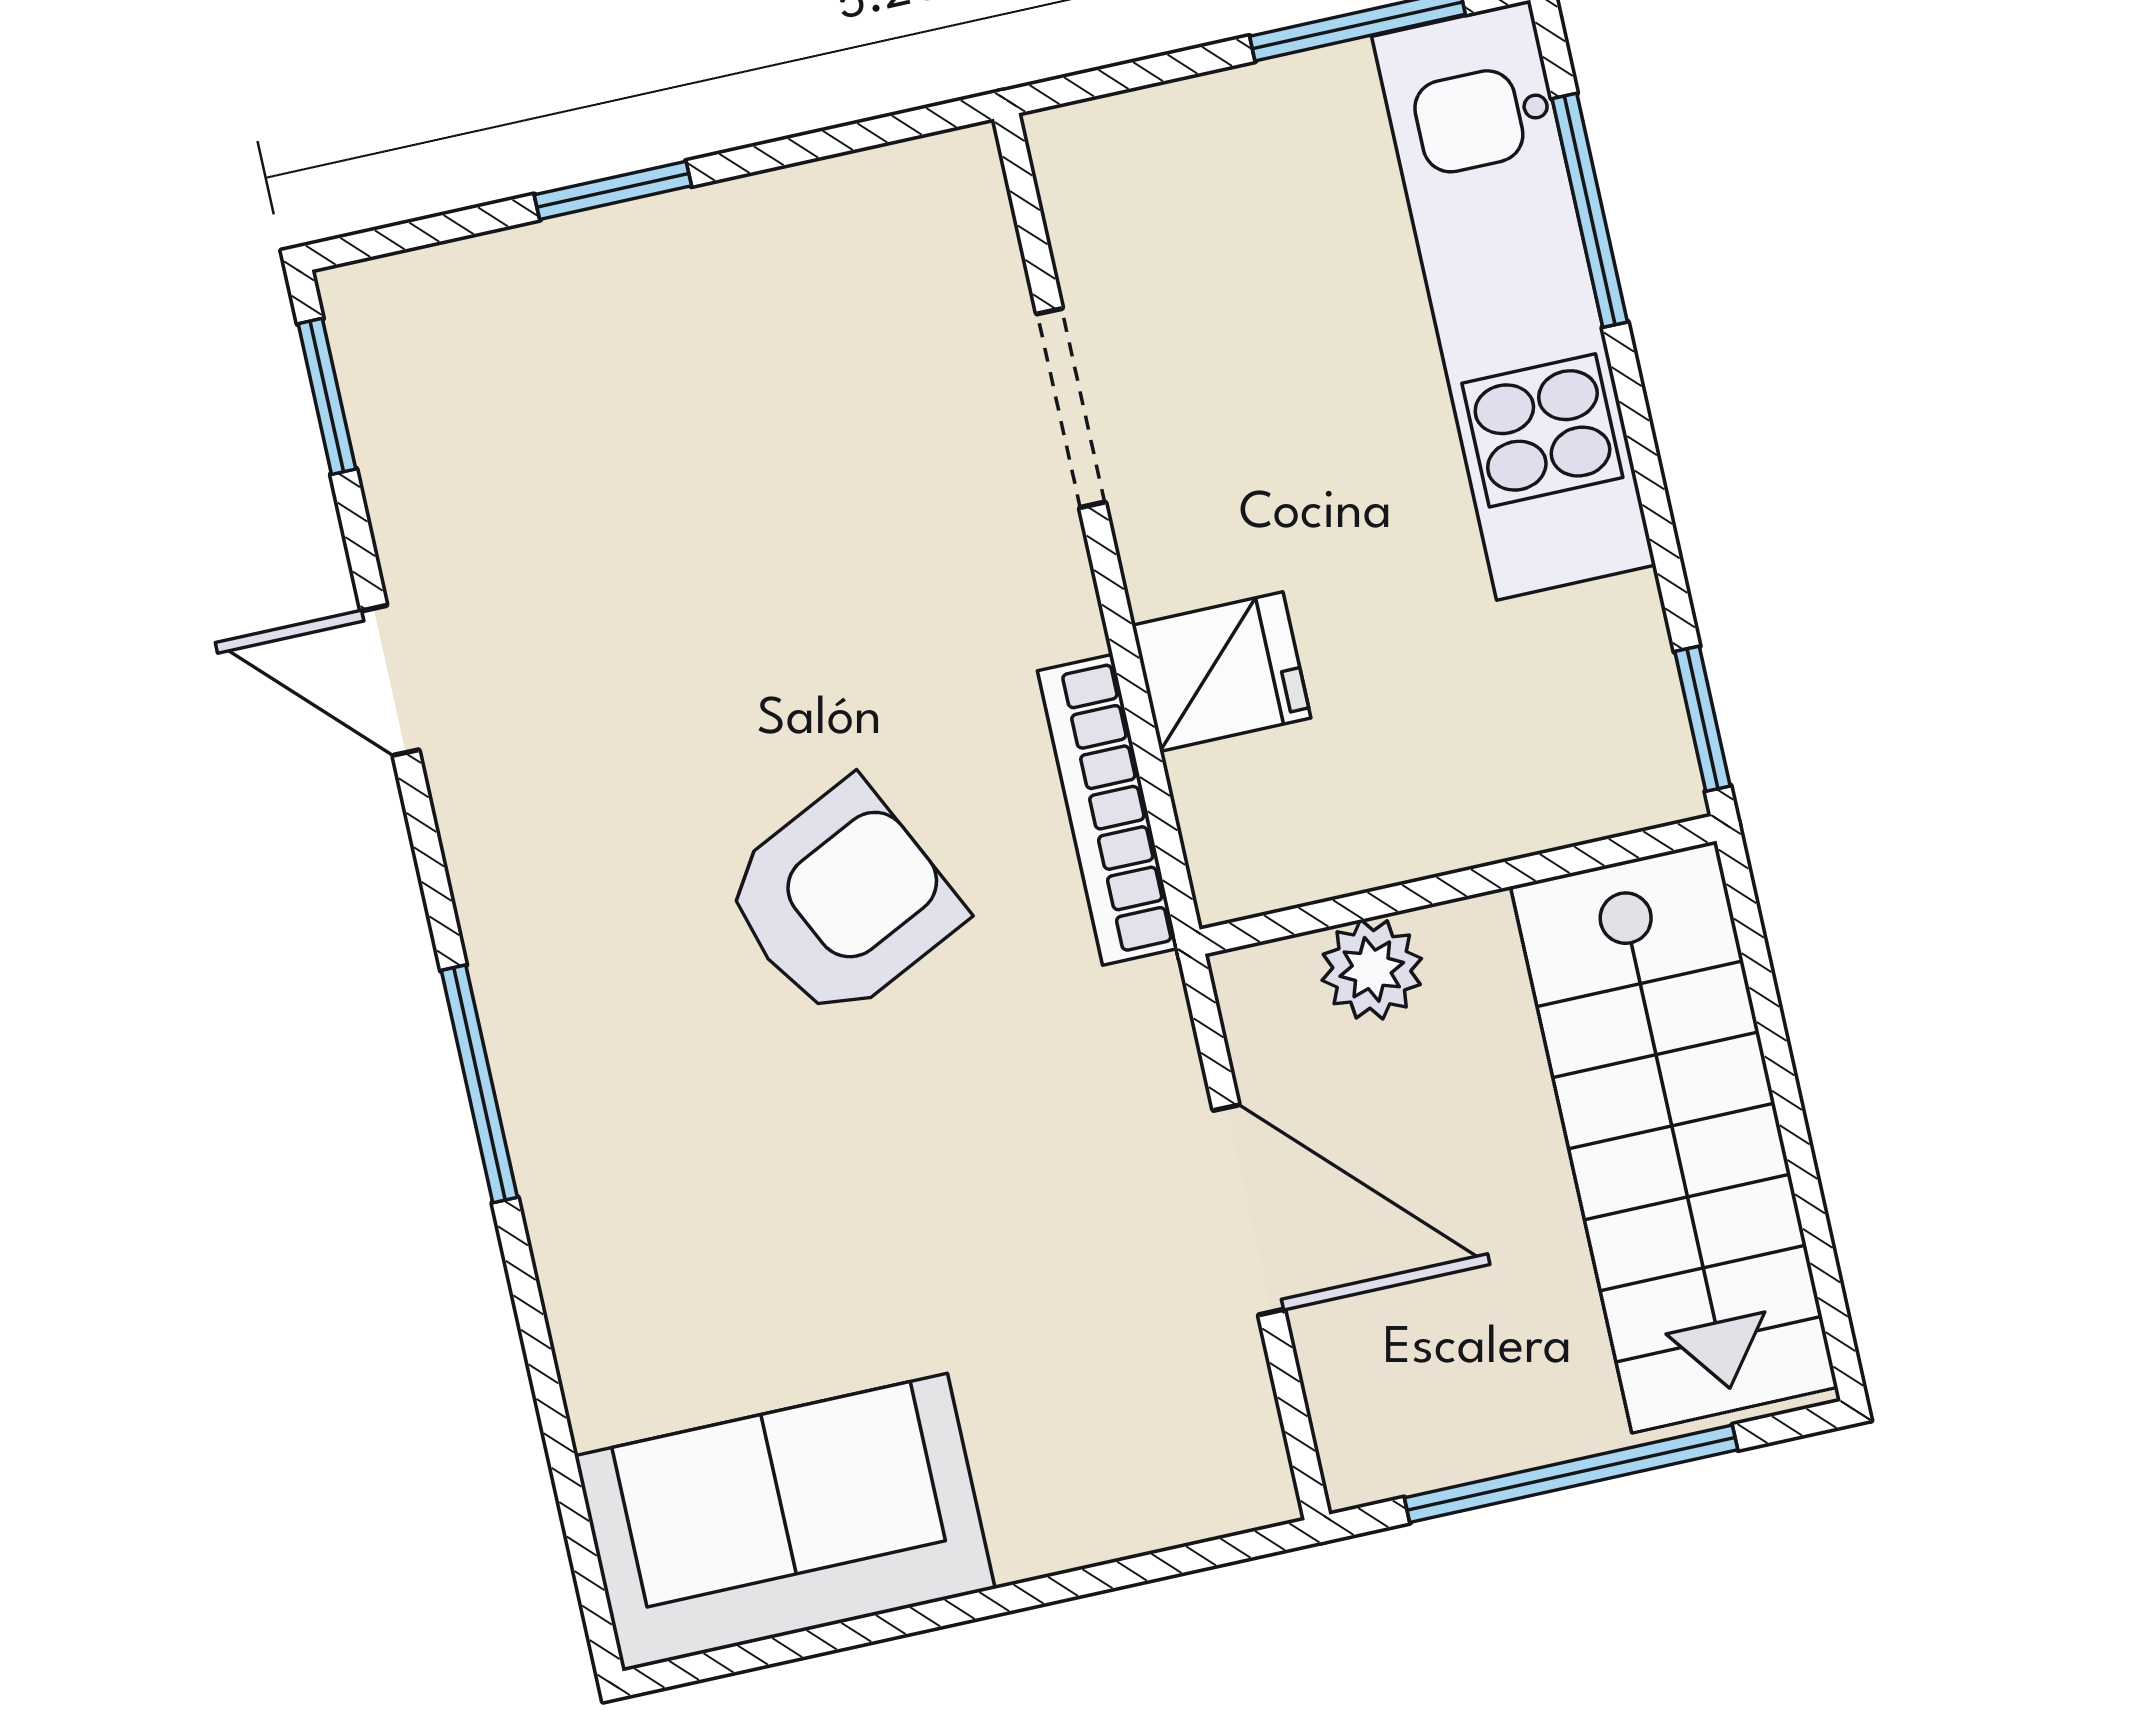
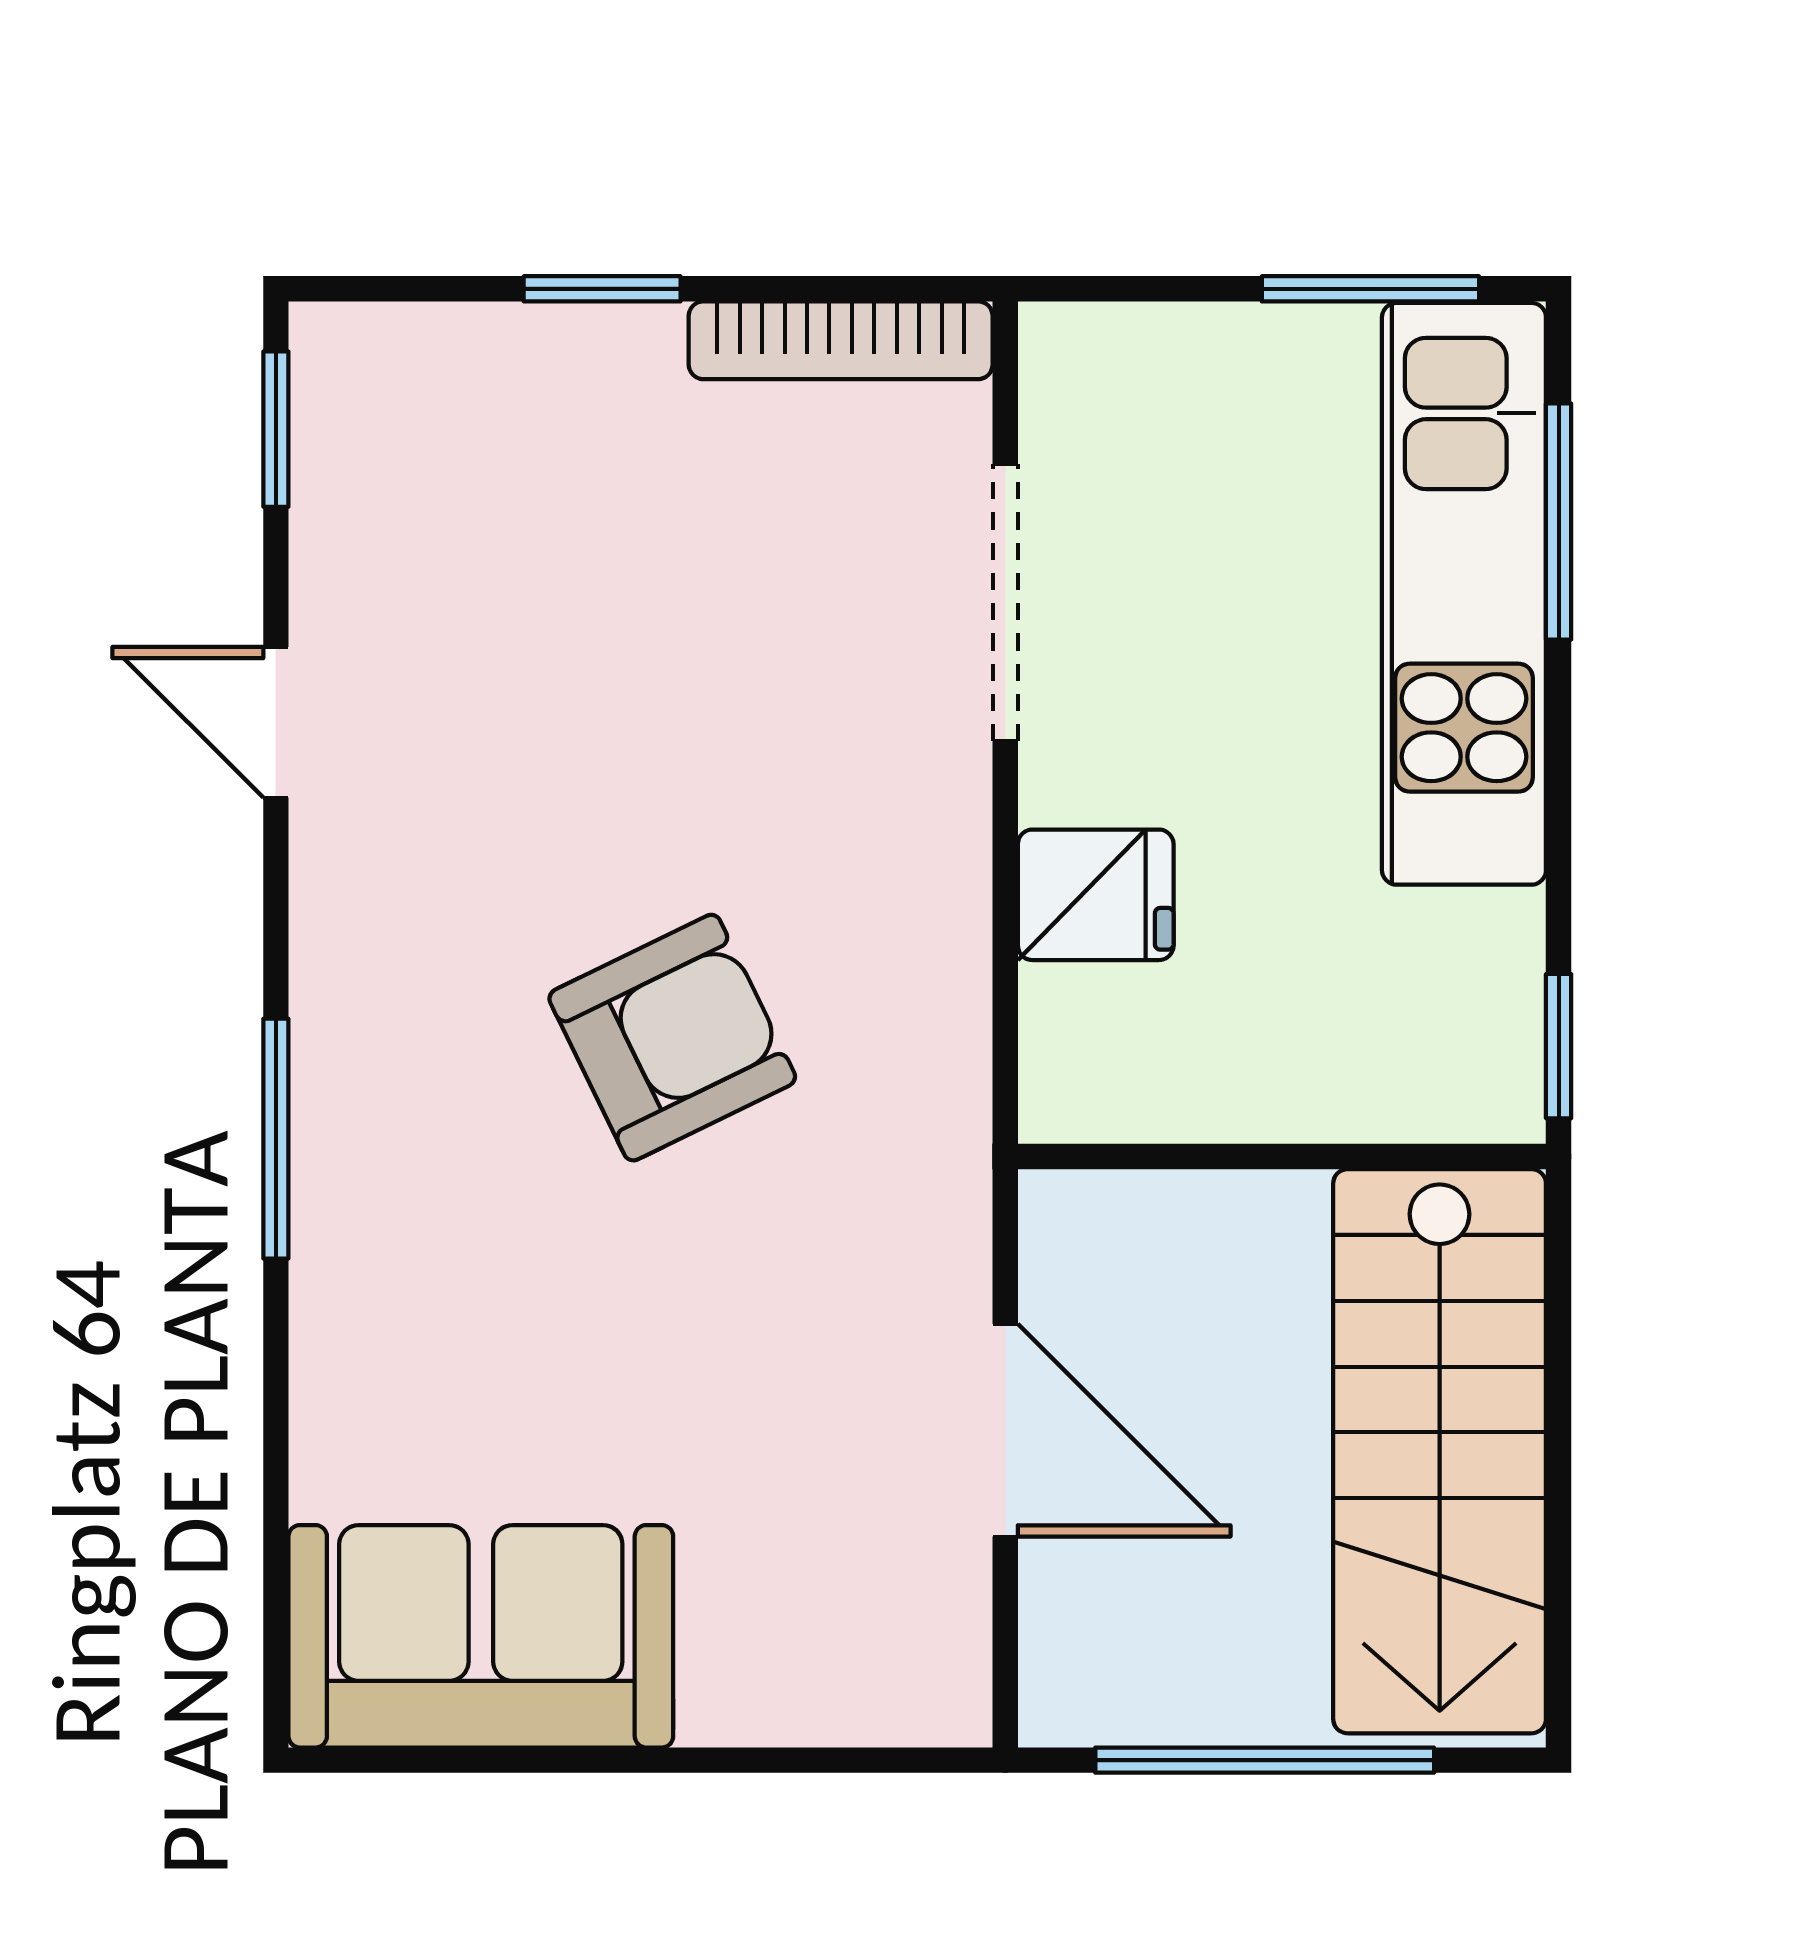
doorway: (1071, 408) -> (1005, 603), width x1.38
bookcase: (1108, 810) -> (841, 340), moved, turned -90
plant: (1372, 969) -> (1179, 1221), removed

